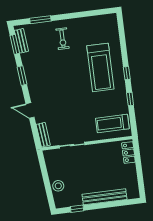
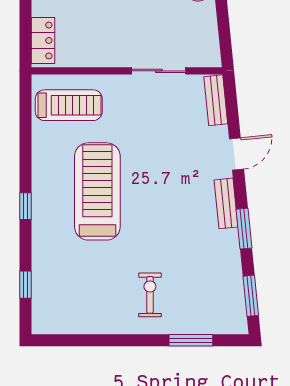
bench: (21, 41) -> (226, 203), moved
treadmill: (100, 67) -> (97, 191), moved
window: (130, 99) -> (25, 285), moved
door: (30, 111) -> (236, 154), hinge flipped

